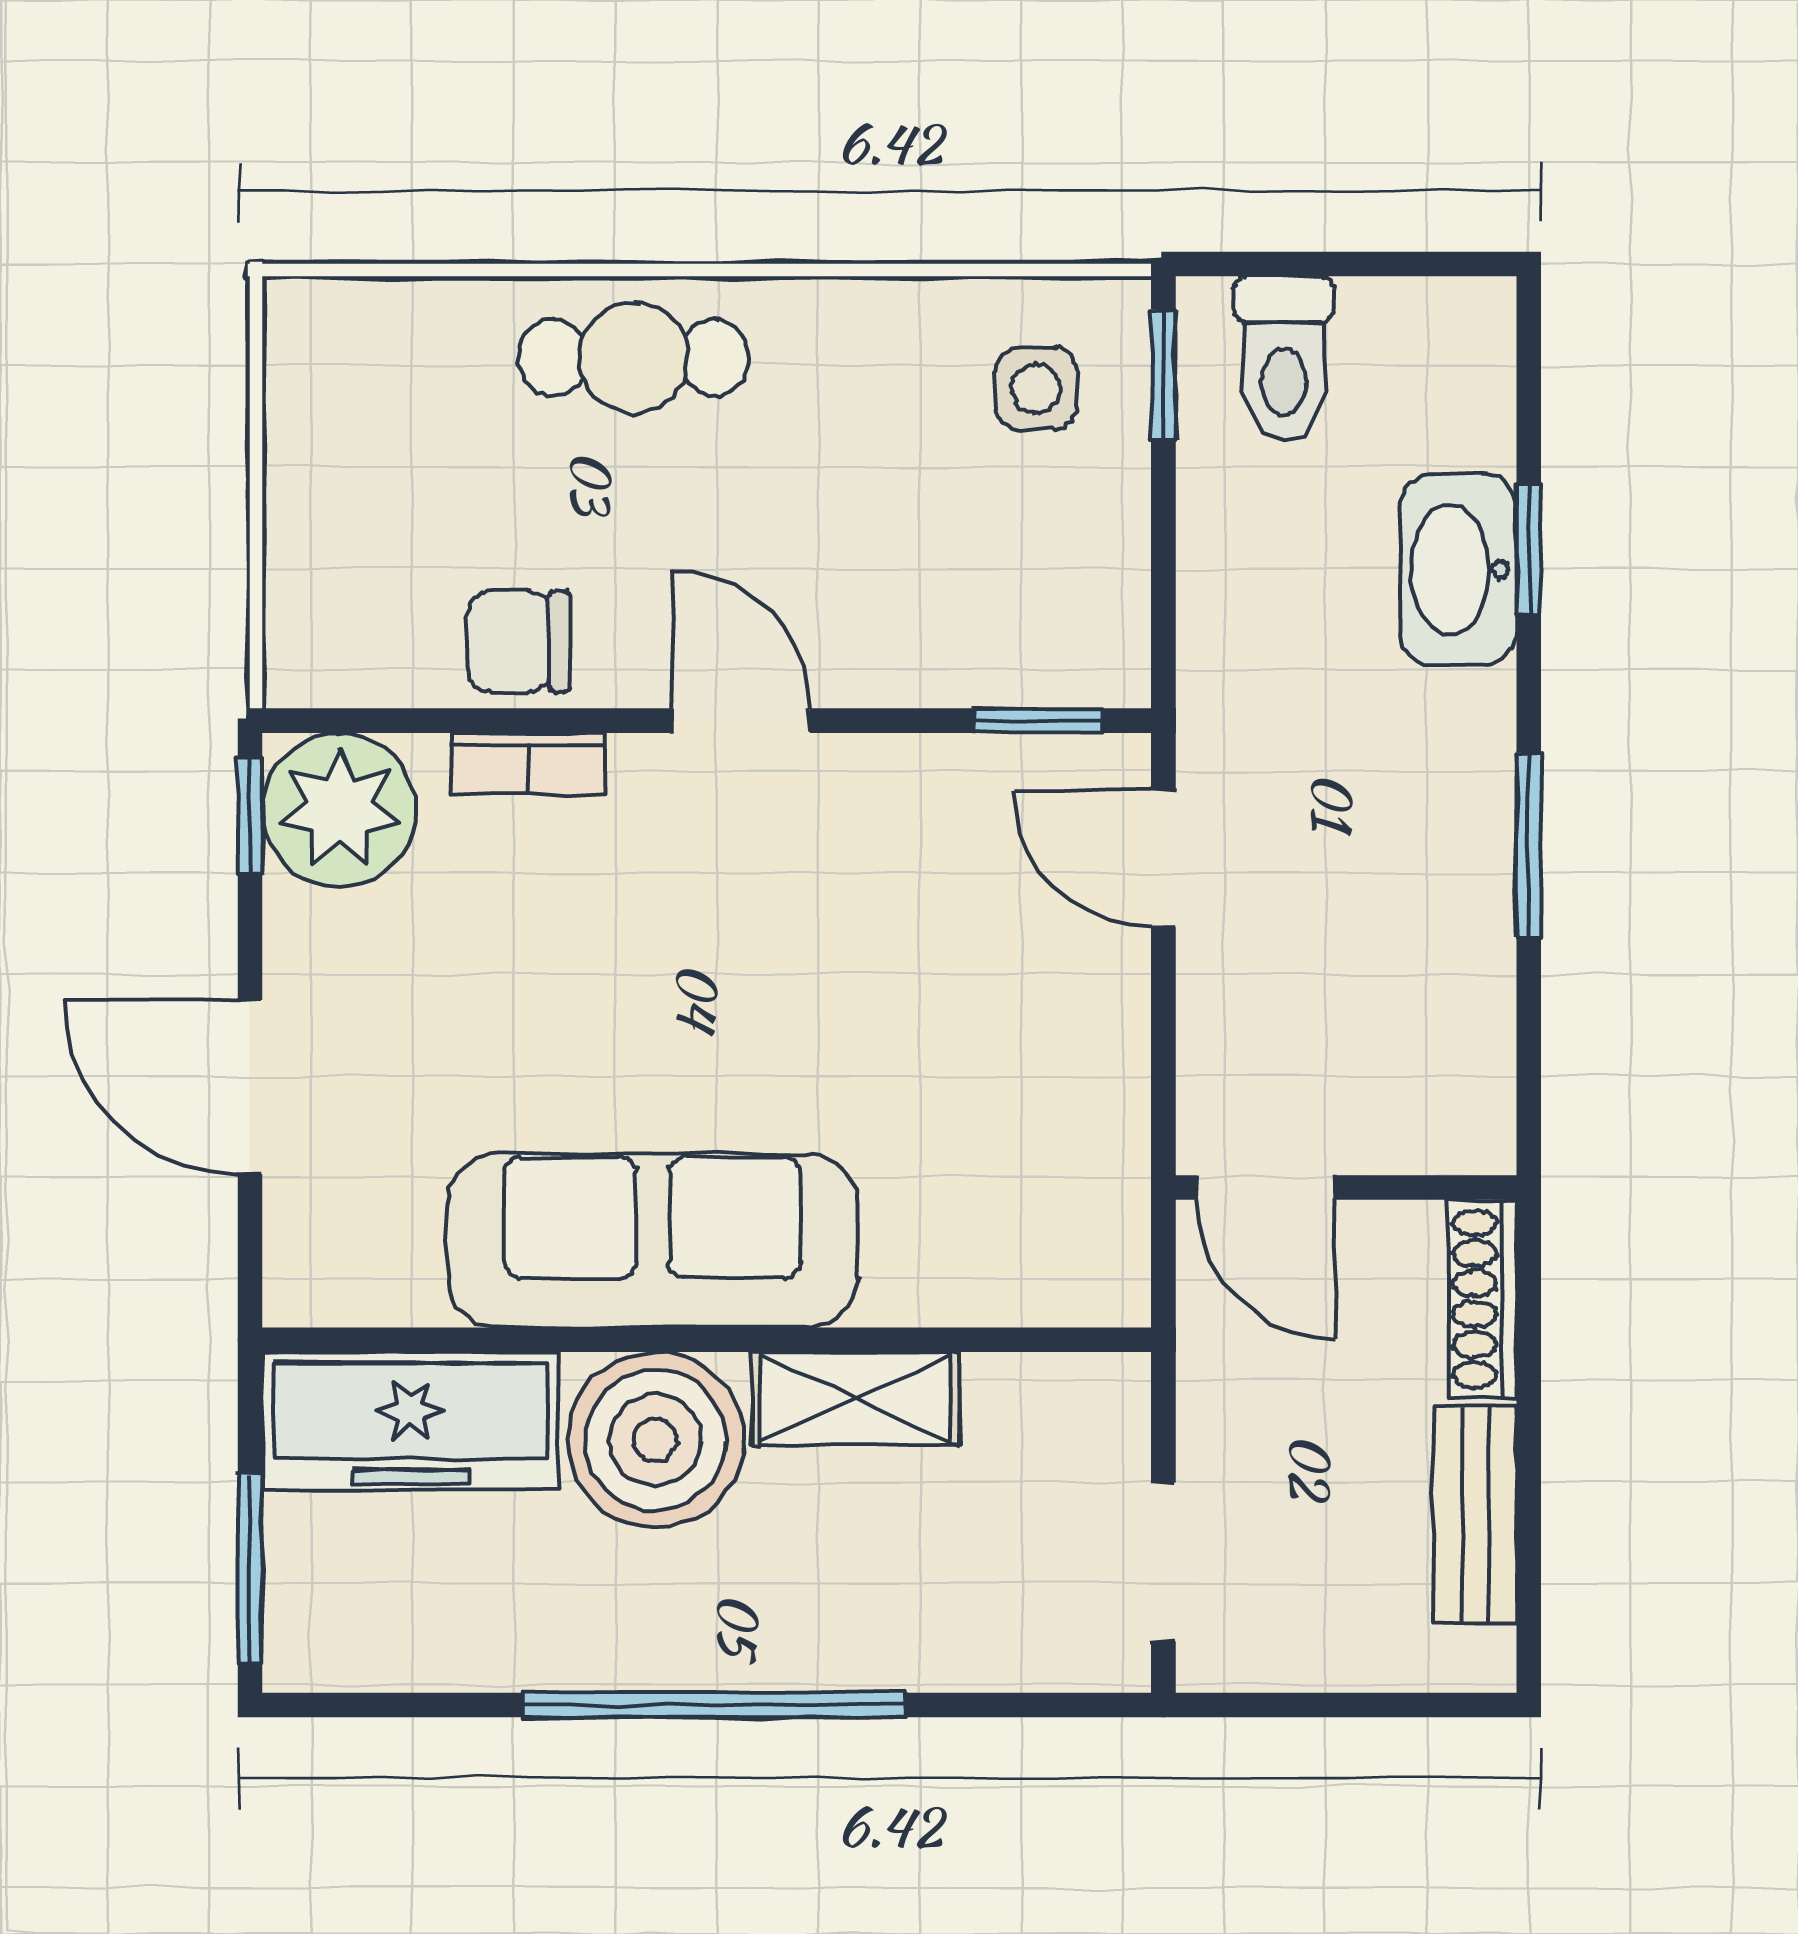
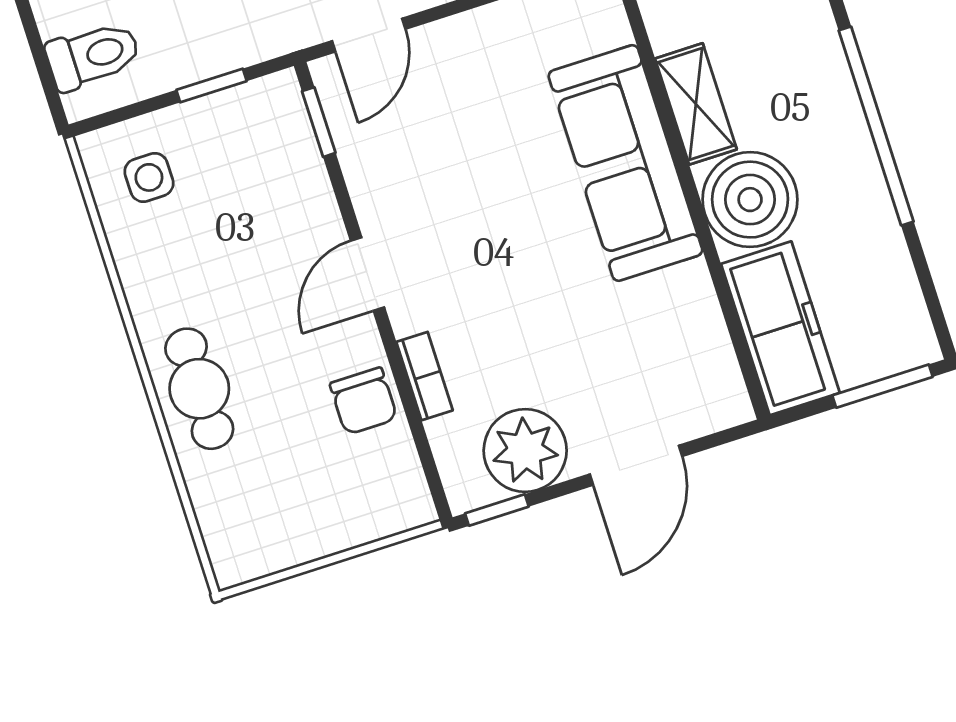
window: (1163, 375) -> (212, 86), moved
plant: (339, 810) -> (525, 450), moved
sofa: (652, 1240) -> (625, 163), moved

